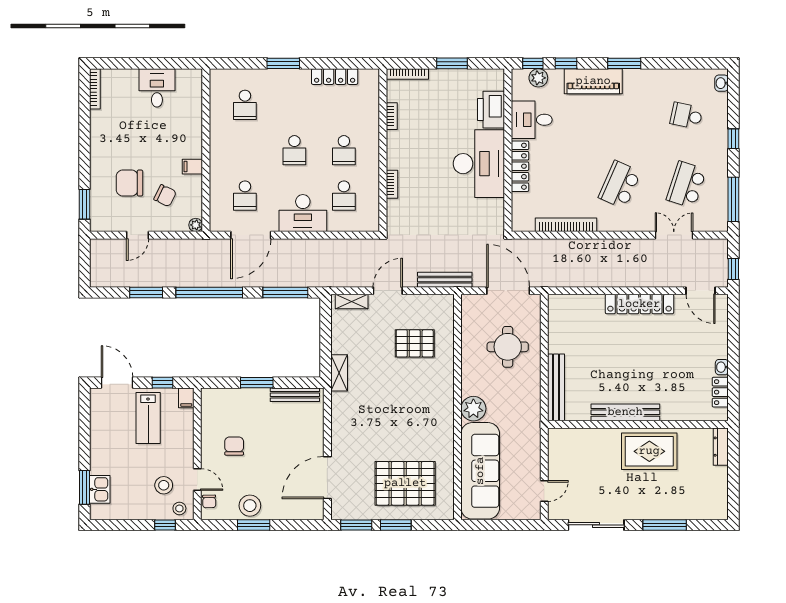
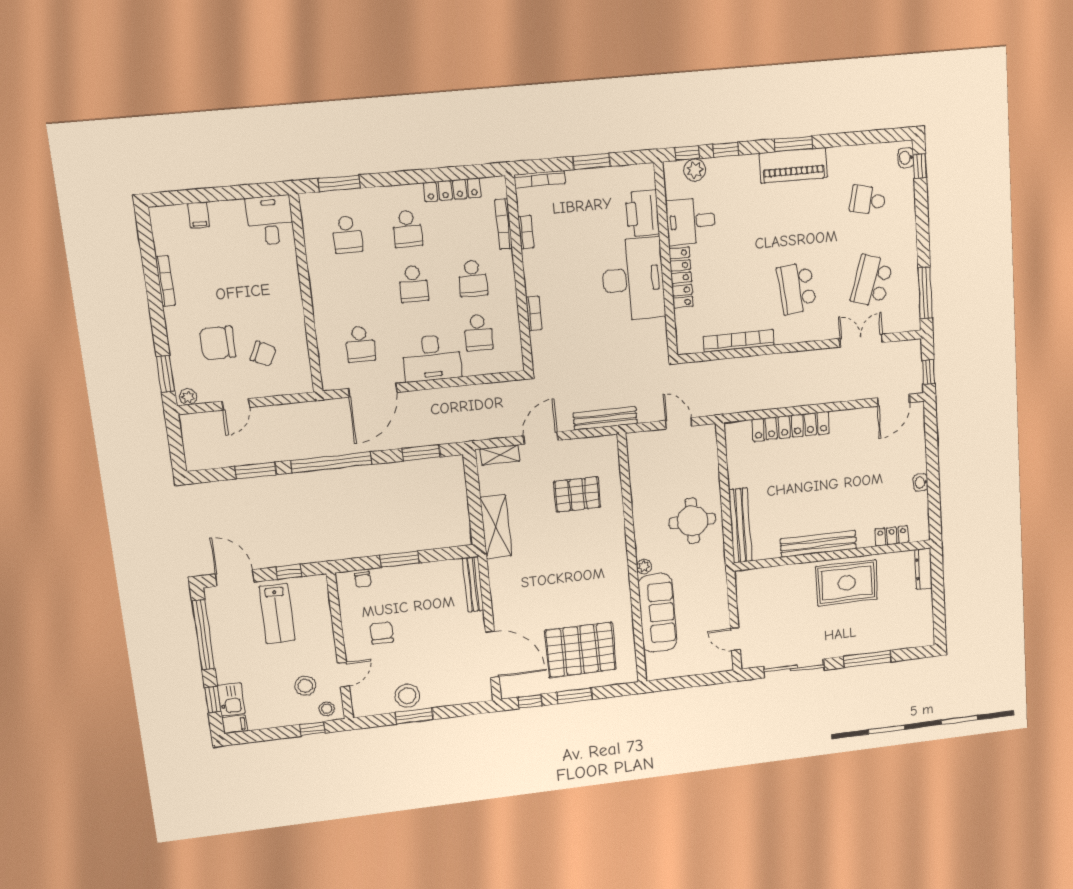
window: (283, 63) -> (339, 183), moved
piano: (593, 81) -> (793, 165), moved
desk: (157, 88) -> (270, 220), moved
bookcase: (95, 89) -> (165, 281), moved
school desk: (294, 105) -> (407, 229), added
bookcase: (374, 108) -> (504, 224), added
window: (733, 139) -> (920, 166), moved
filing cabinet: (192, 167) -> (199, 215), moved, turned -90
school desk: (620, 185) -> (797, 288), turned -30
plant: (196, 225) -> (188, 397), moved
door: (508, 291) -> (679, 423), width x0.53
door: (701, 291) -> (894, 400), hinge flipped
window: (285, 292) -> (421, 453), width x0.69
locker: (639, 304) -> (791, 426), moved
round table: (508, 347) -> (692, 521), moved
shelving: (339, 373) -> (496, 527), width x1.50, depth x1.33
locker: (720, 392) -> (892, 536), moved, turned 90
bench: (295, 395) -> (473, 584), moved, turned 90
filing cabinet: (186, 398) -> (235, 724), moved, turned -90
plant: (473, 409) -> (644, 567), width x0.53, depth x0.53
window: (84, 429) -> (203, 635), added
sofa: (480, 471) -> (657, 613), width x0.74, depth x0.79
door: (327, 478) -> (492, 654), swing flipped
door: (197, 479) -> (343, 675), hinge flipped
window: (84, 487) -> (213, 700), width x0.67
door: (544, 491) -> (735, 639), swing flipped
chair: (209, 501) -> (363, 579), moved
window: (356, 525) -> (530, 701), width x0.67

